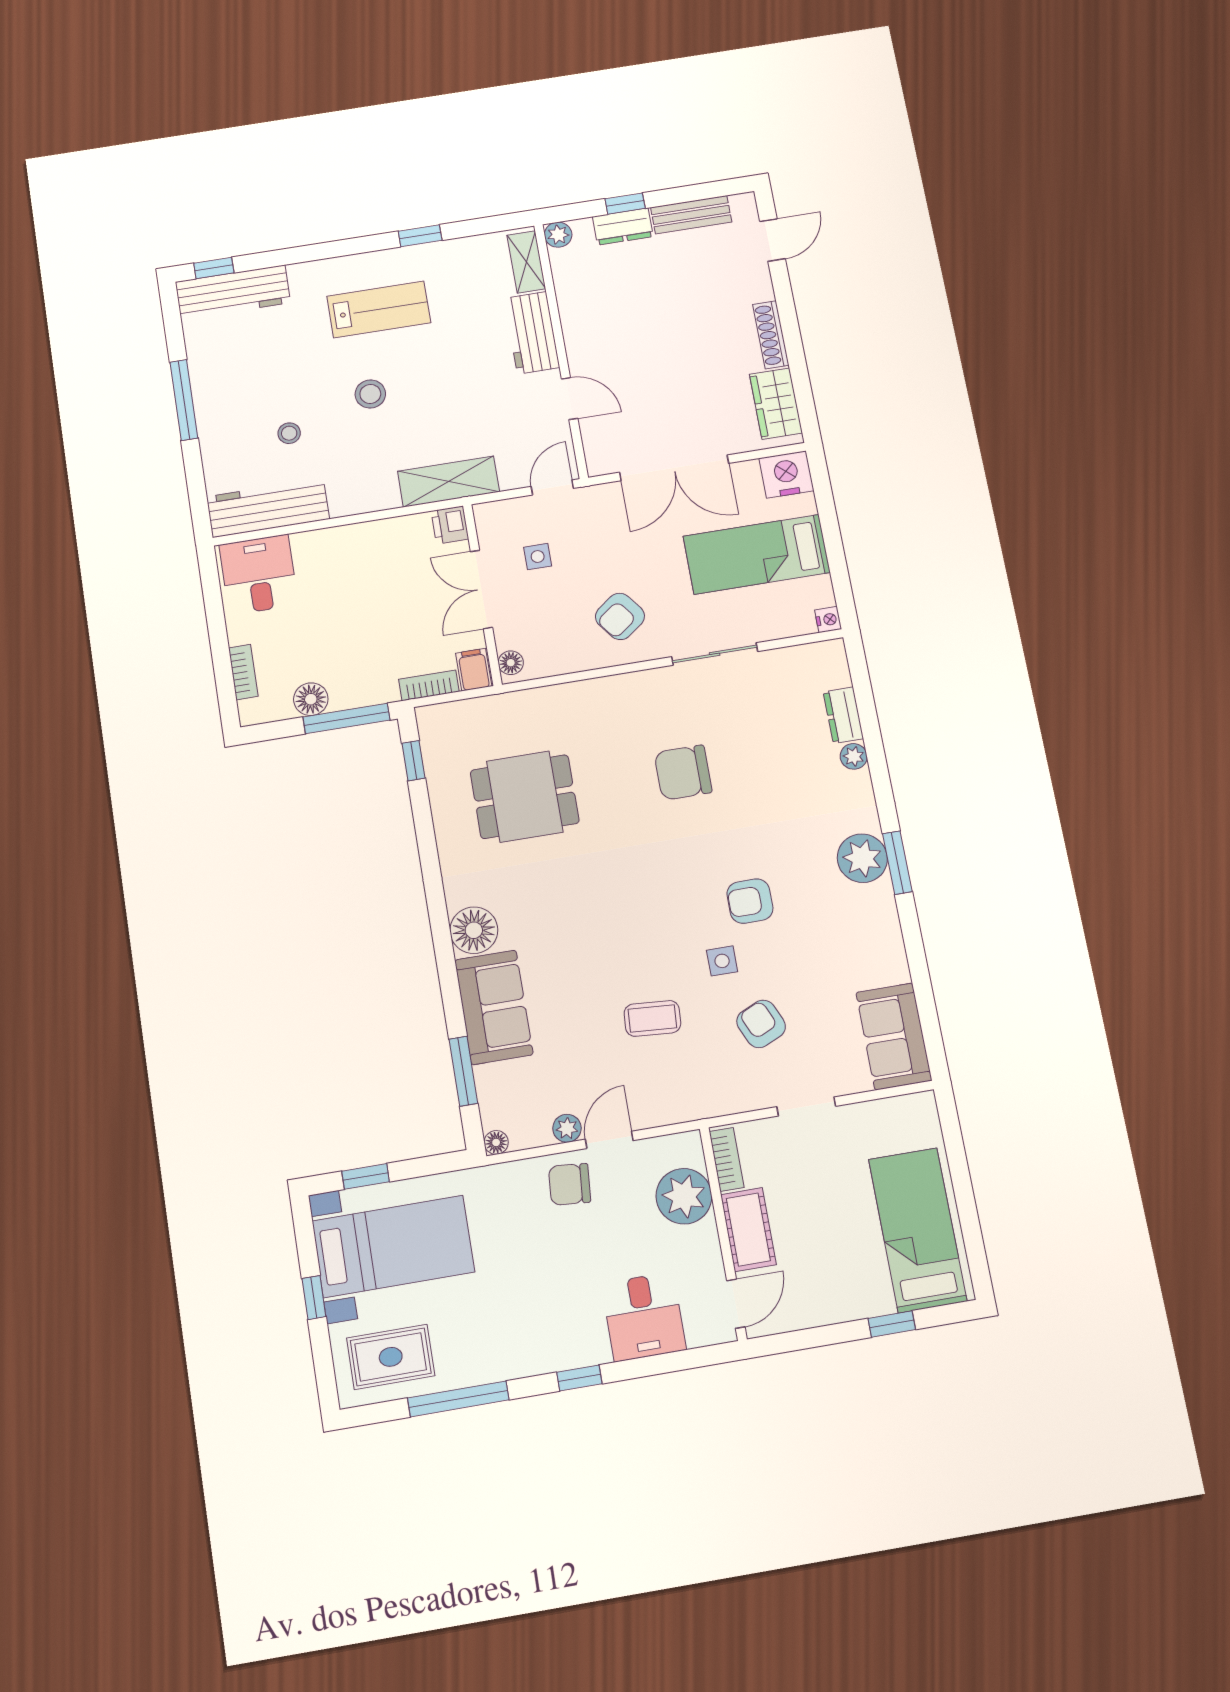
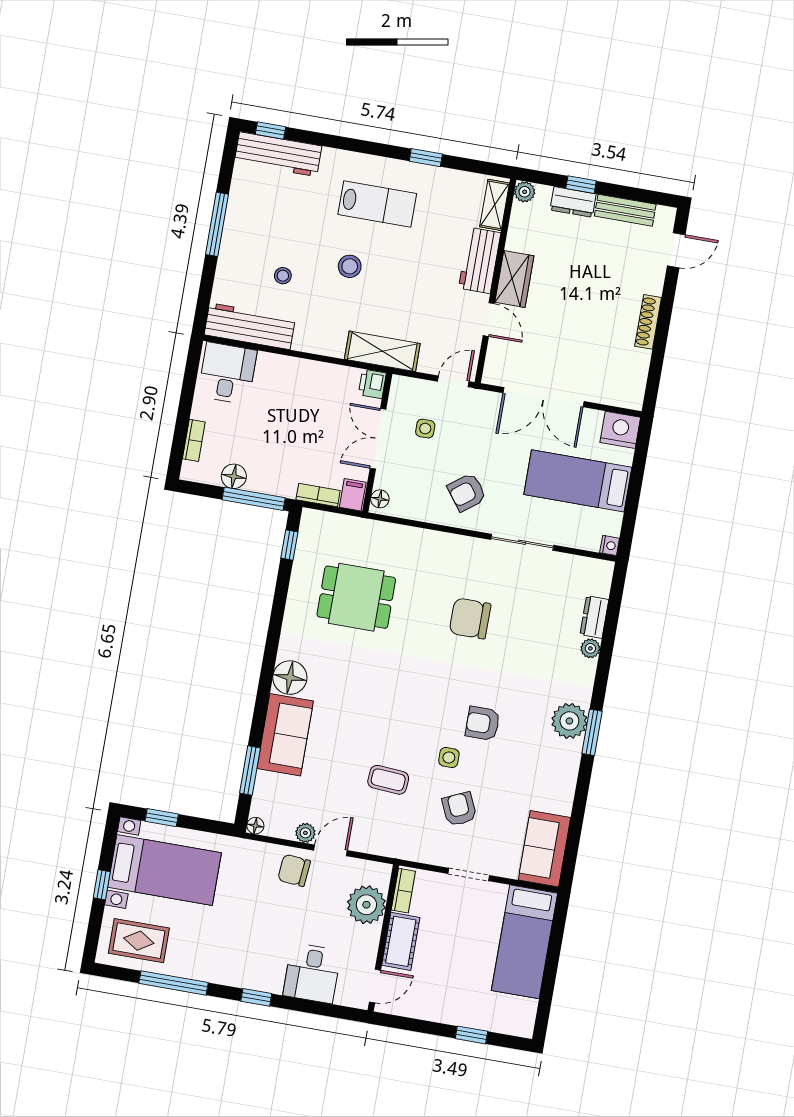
wardrobe: (776, 404) -> (514, 279), moved, turned 180
bed: (918, 1230) -> (524, 942), moved, turned 180

